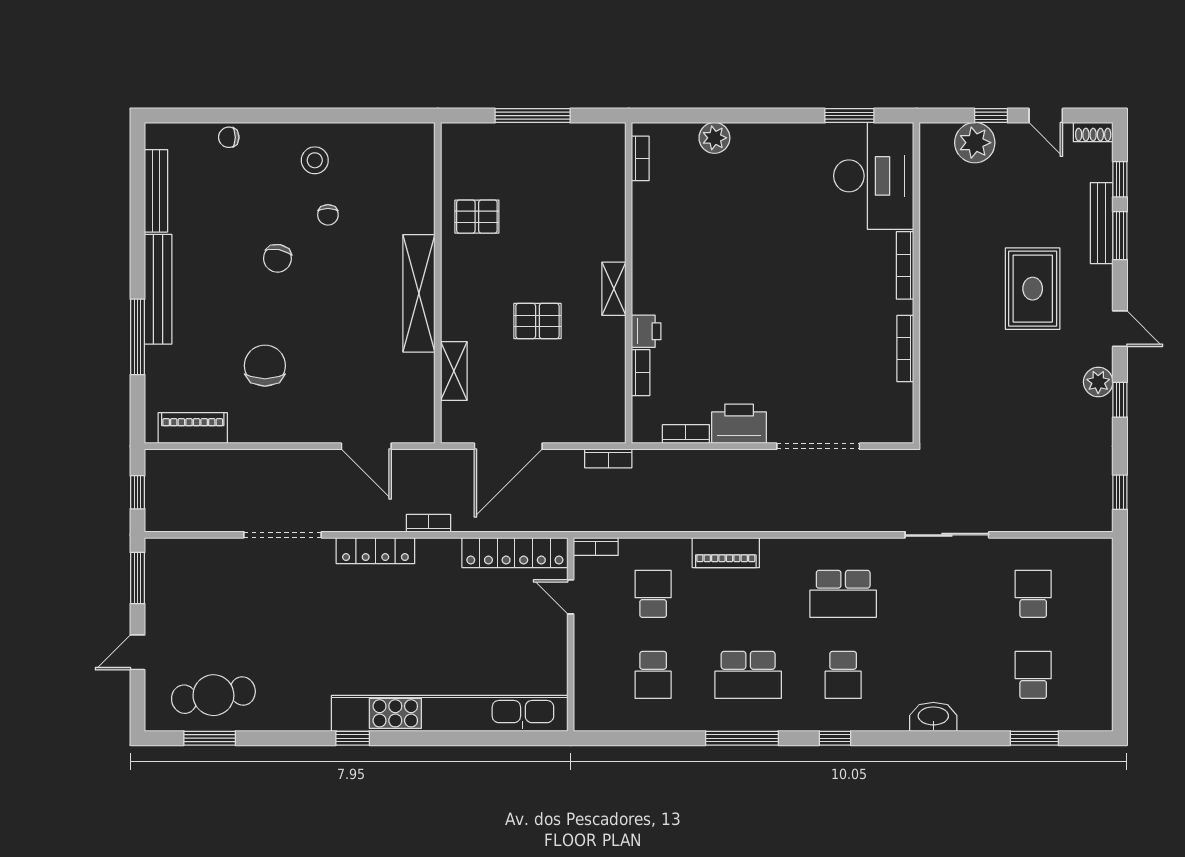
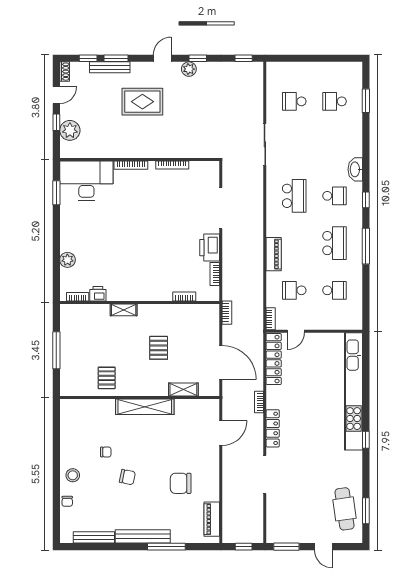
stool: (315, 160) -> (73, 475), moved
shelving: (614, 289) -> (124, 310), moved
printer: (646, 331) -> (98, 294), moved
washbasin: (933, 717) -> (355, 169), moved

